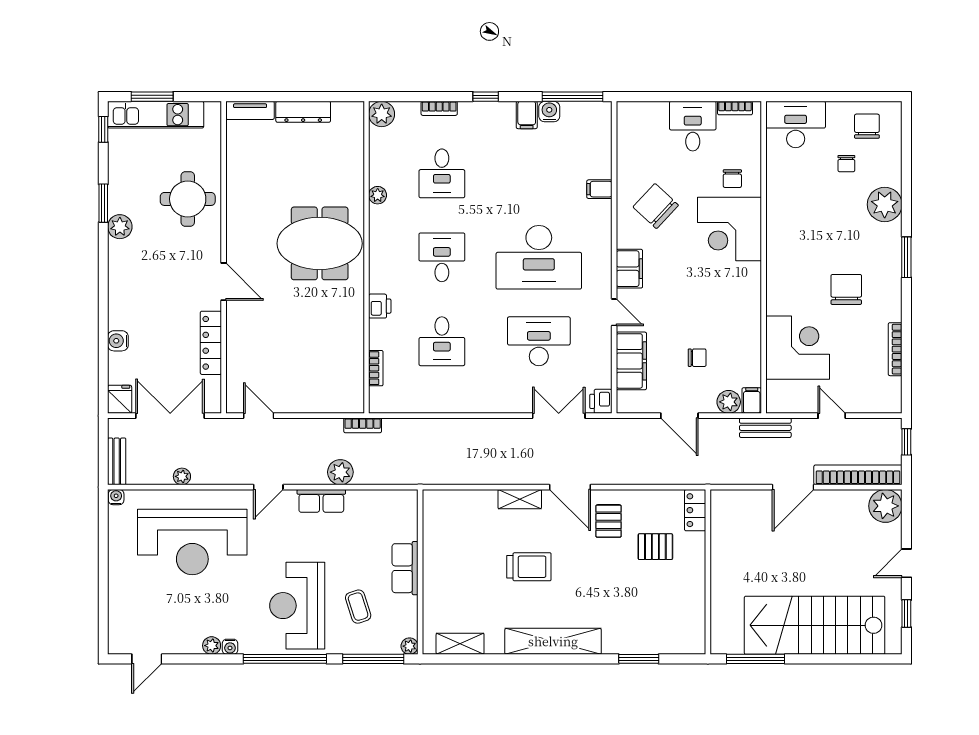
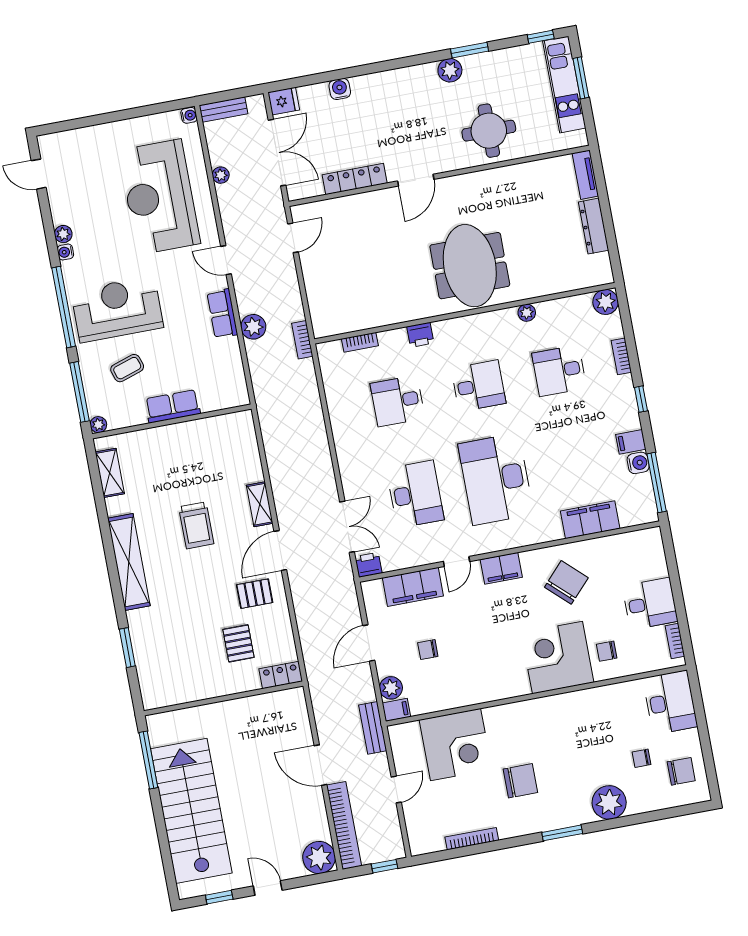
filing cabinet: (599, 189) -> (590, 520), width x3.00, depth x1.17
chair: (697, 358) -> (428, 650), turned 90

